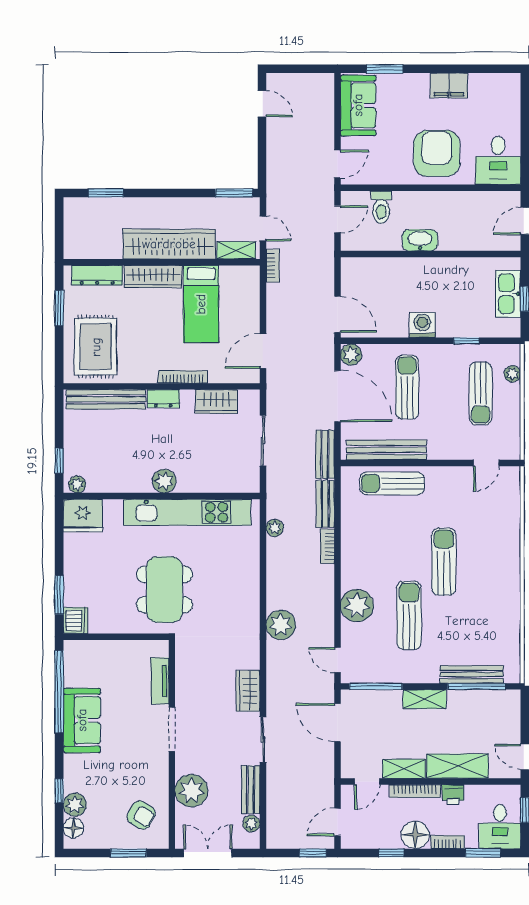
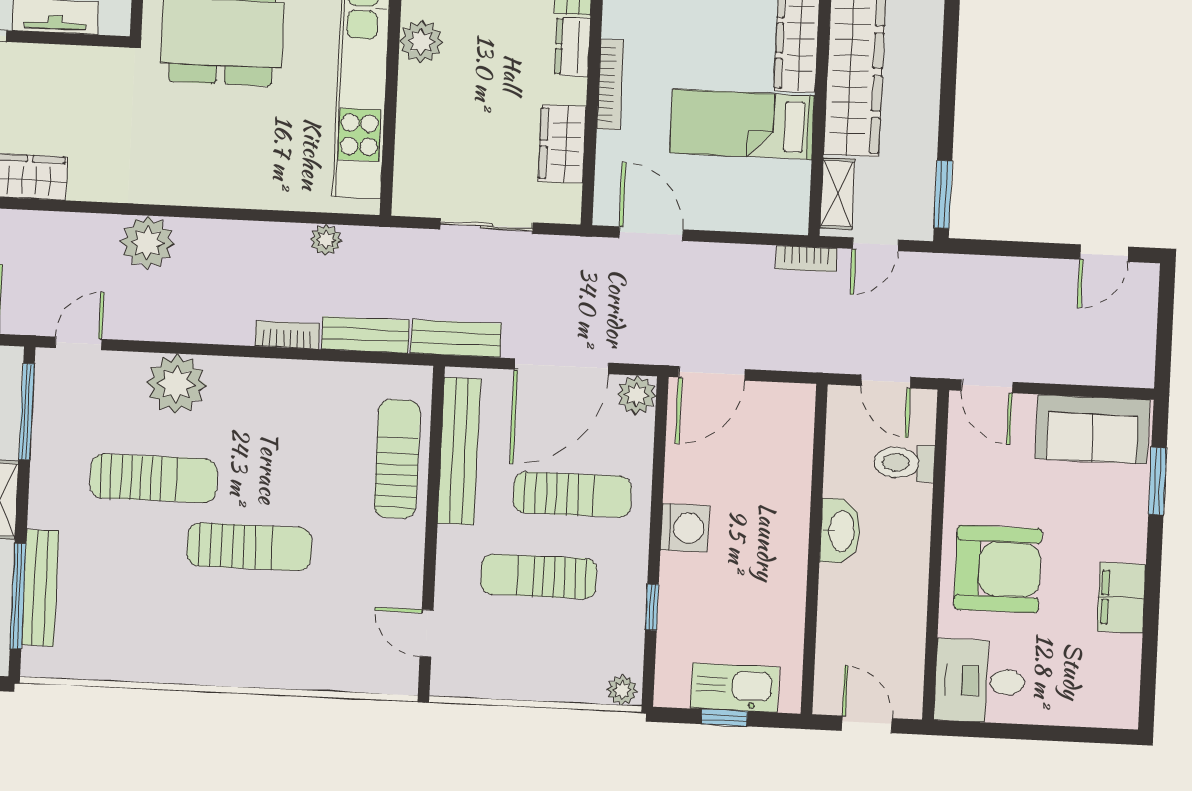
plant: (512, 374) -> (622, 690), moved
sun lounger: (481, 393) -> (539, 576), moved

